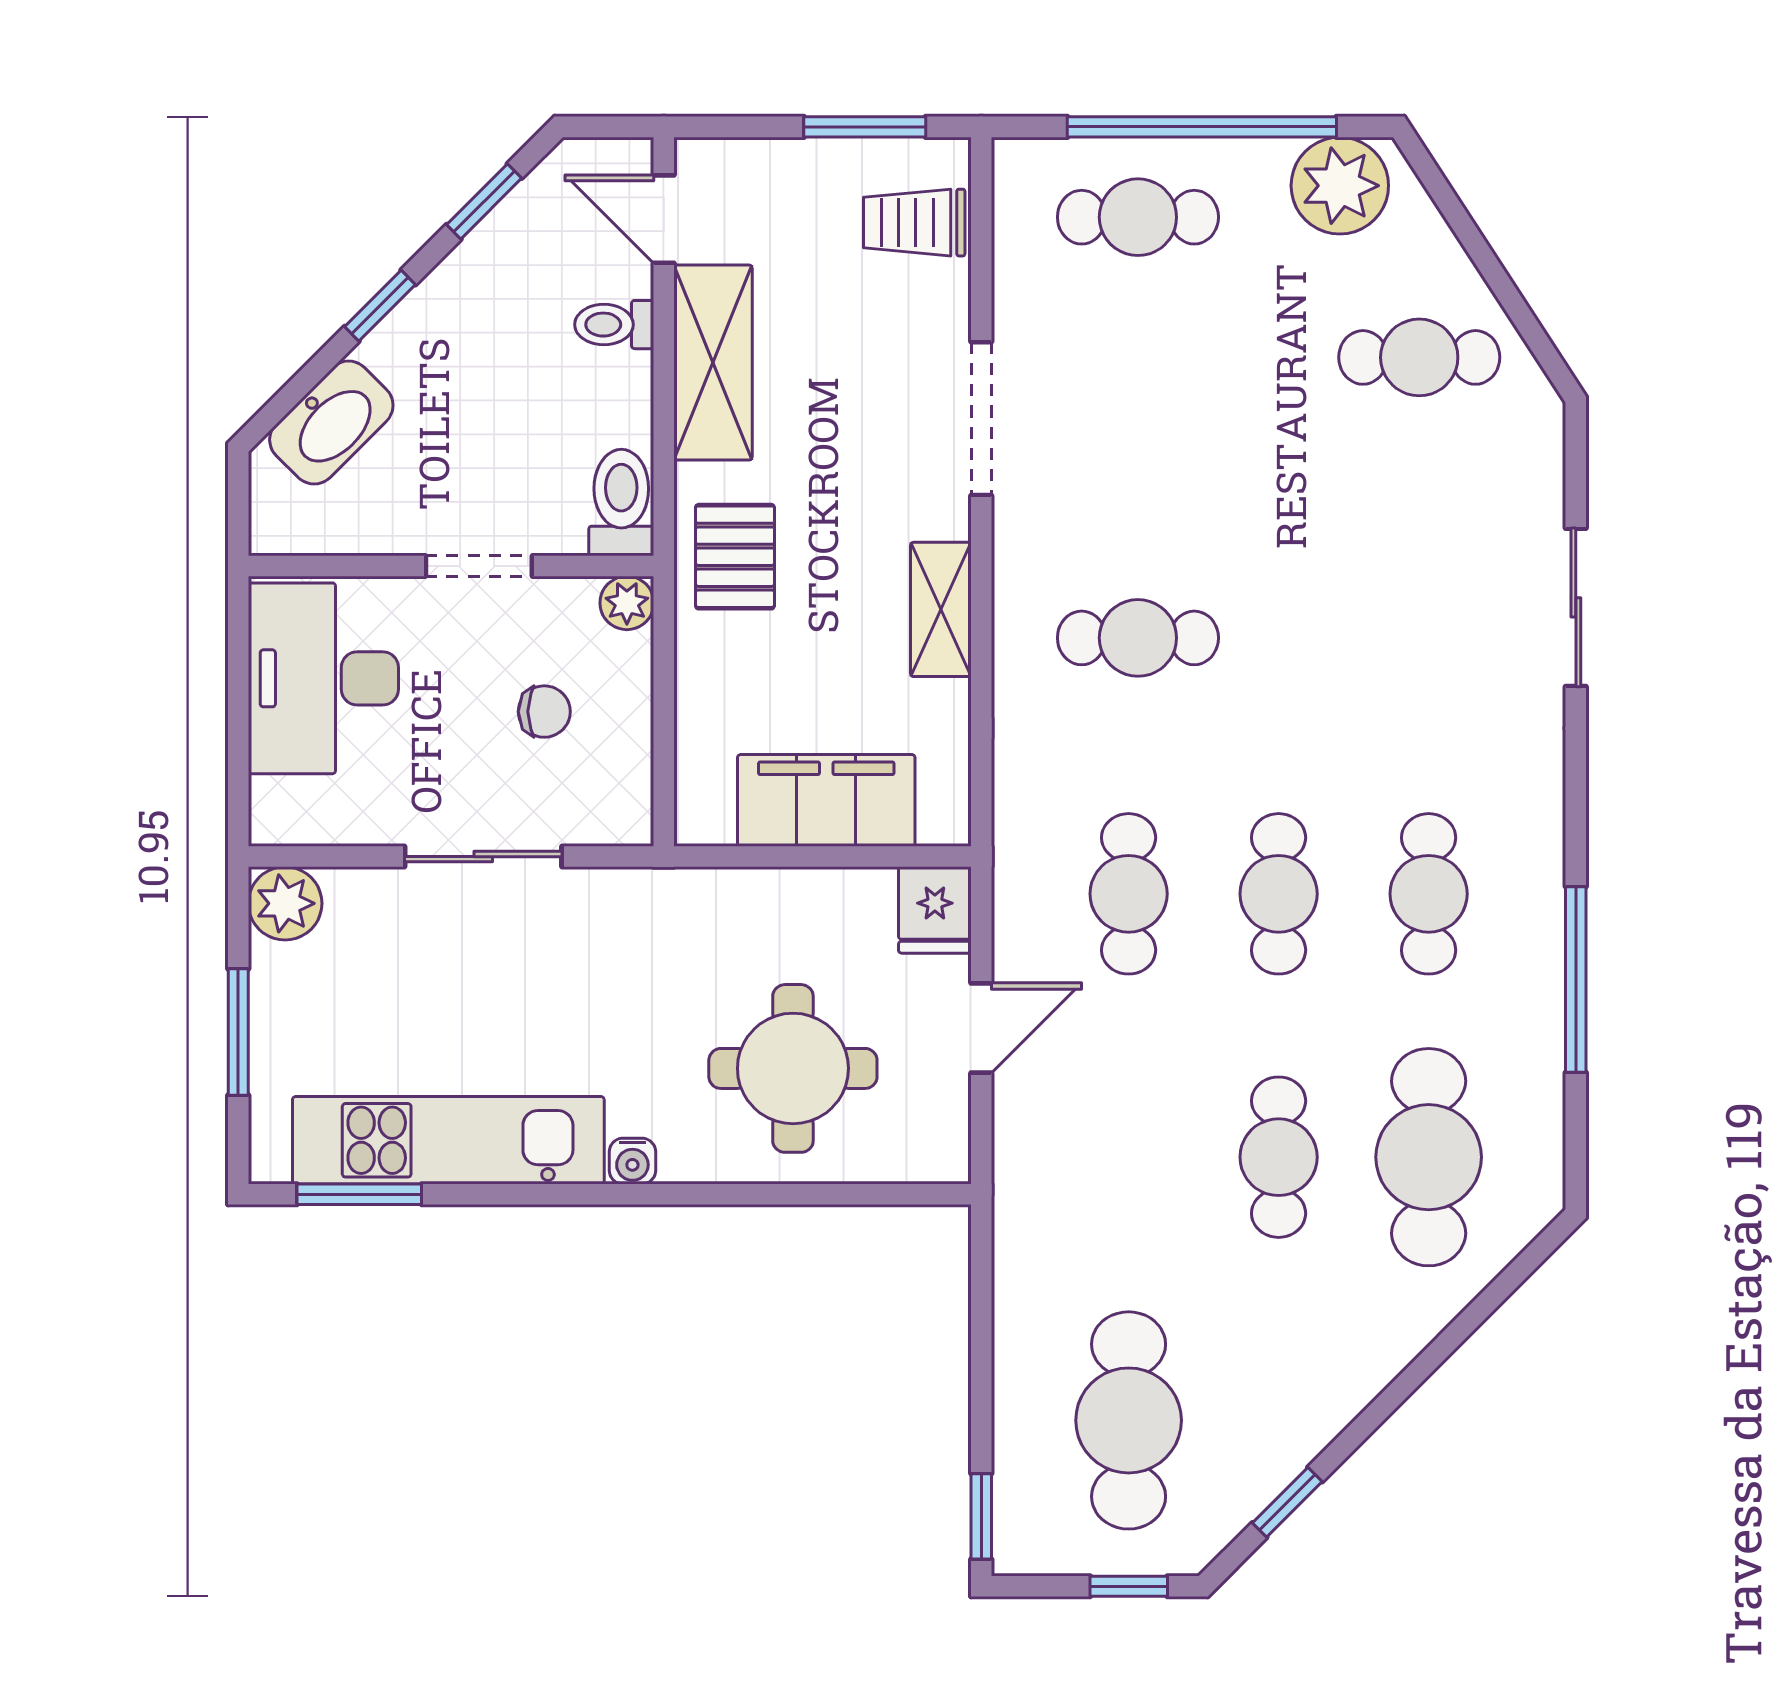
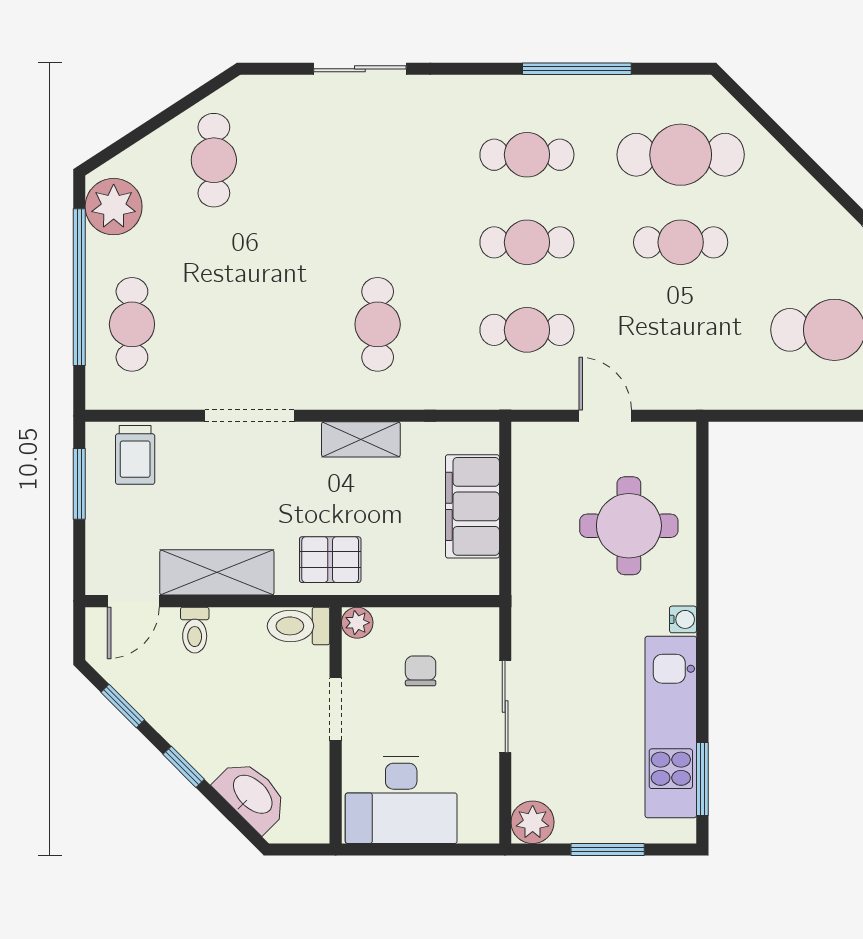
fridge: (935, 910) -> (536, 443), removed

